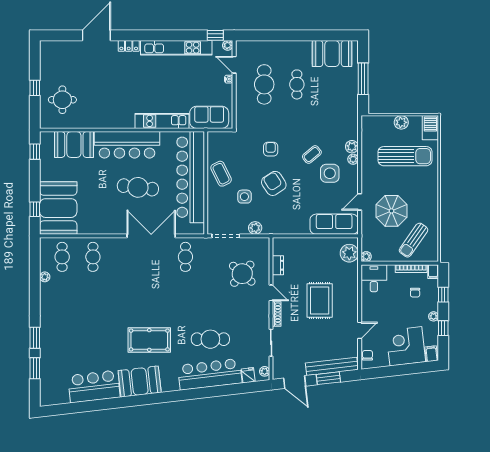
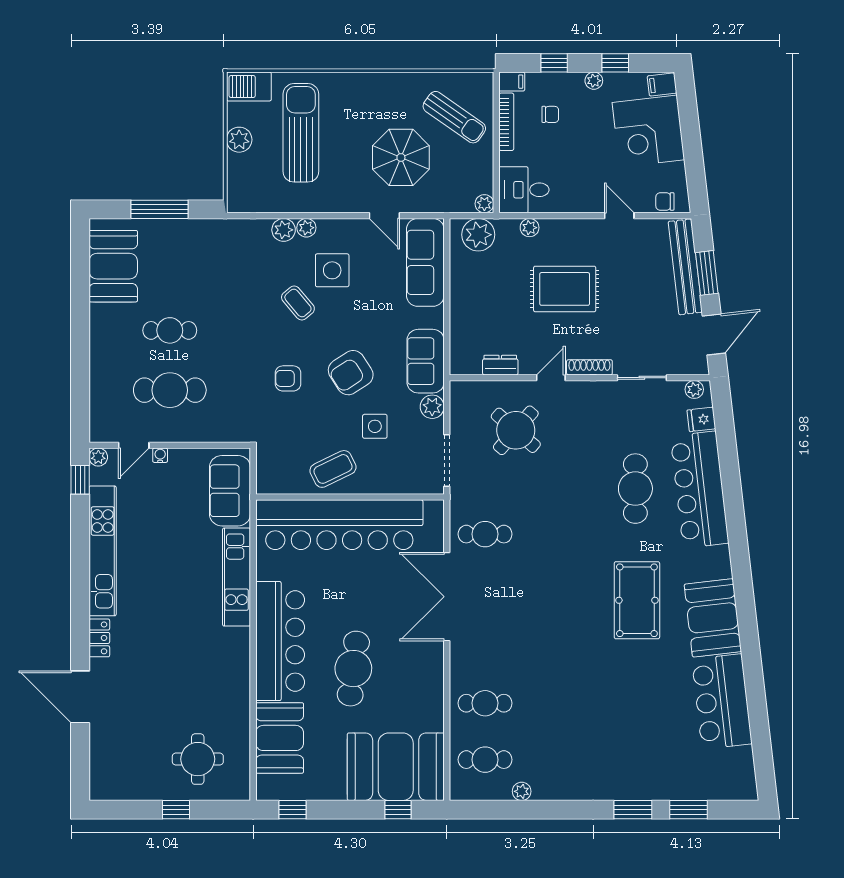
cafe table: (138, 187) -> (353, 669), moved
sofa: (280, 224) -> (426, 361), added
plant: (353, 281) -> (530, 228), added

